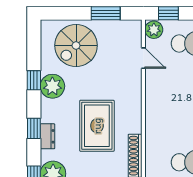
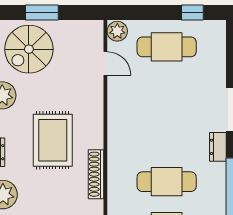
window: (106, 13) -> (42, 13), moved
window: (168, 13) -> (134, 13), removed

